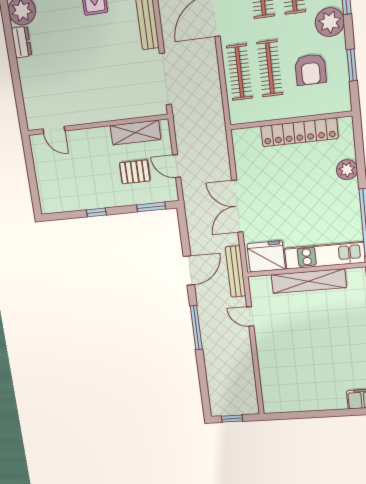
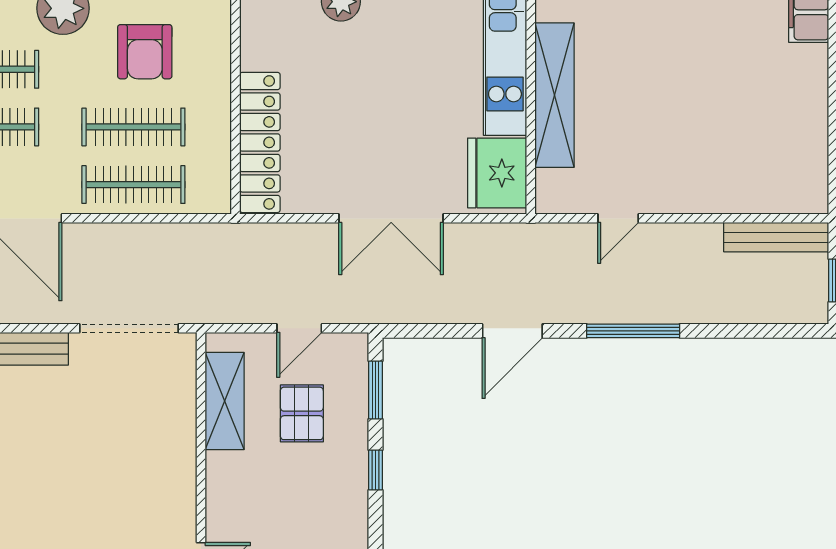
armchair: (310, 70) -> (145, 52), turned 90
locker: (299, 132) -> (260, 142), moved
window: (96, 212) -> (375, 470), moved
door: (189, 271) -> (512, 331), swing flipped
bench: (236, 272) -> (776, 237), moved

